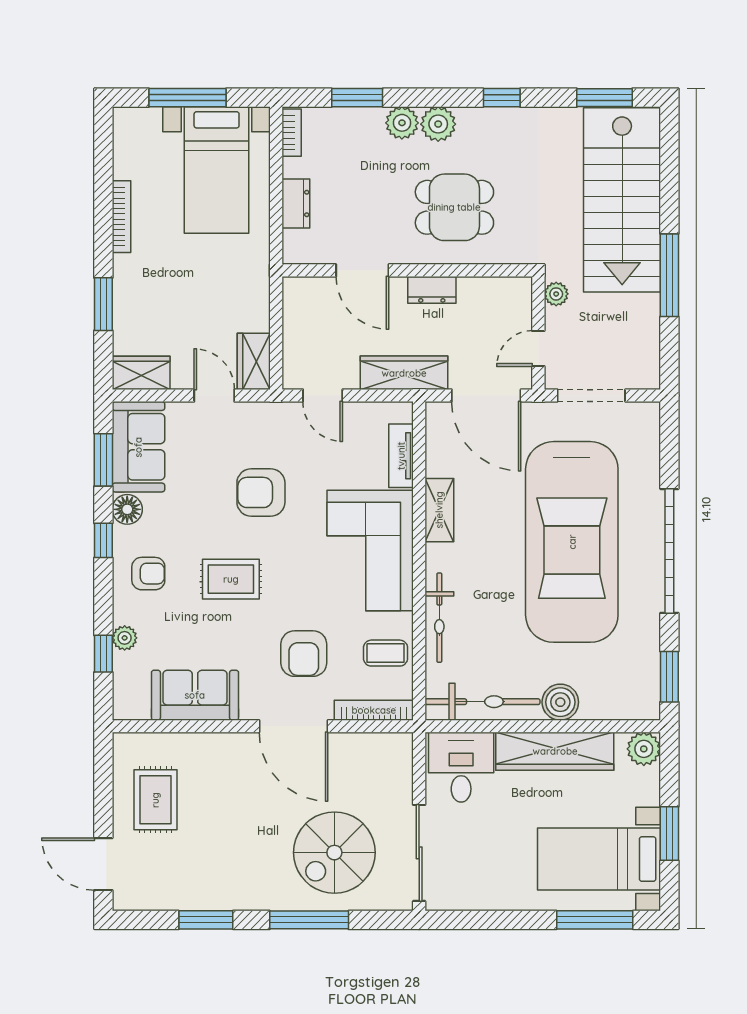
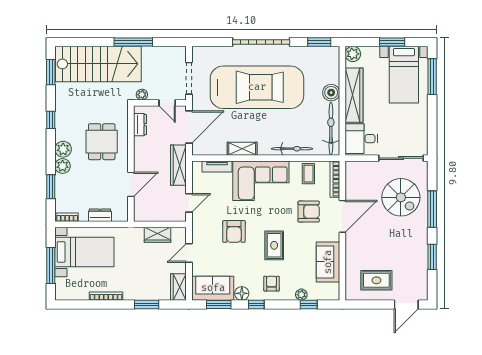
dresser: (432, 290) -> (140, 125), moved
wardrobe: (254, 361) -> (157, 235), moved

